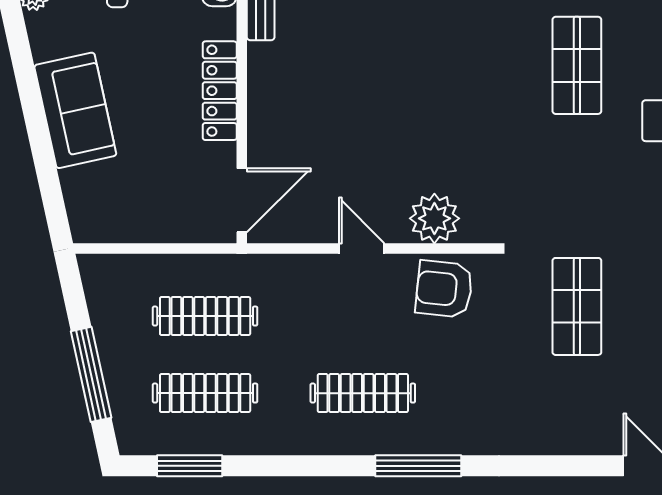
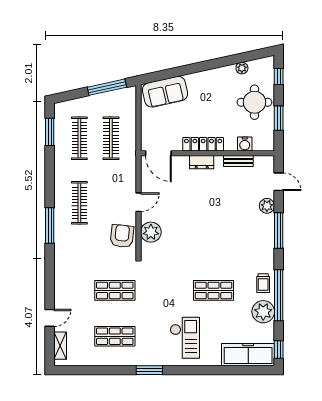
dresser: (263, 94) -> (202, 162), added
sofa: (75, 110) -> (165, 92), moved
window: (91, 374) -> (107, 87), moved

